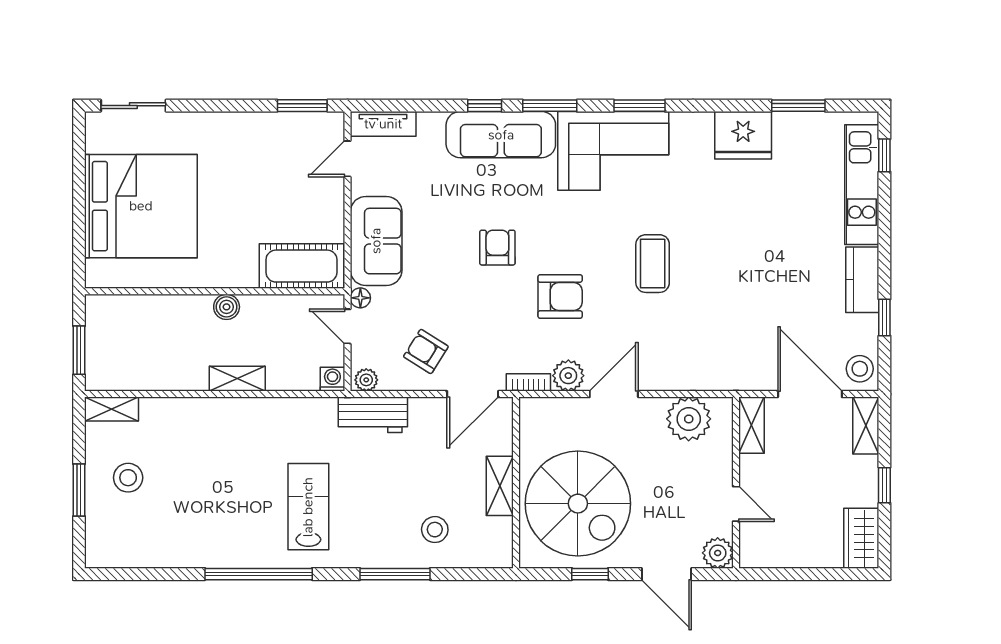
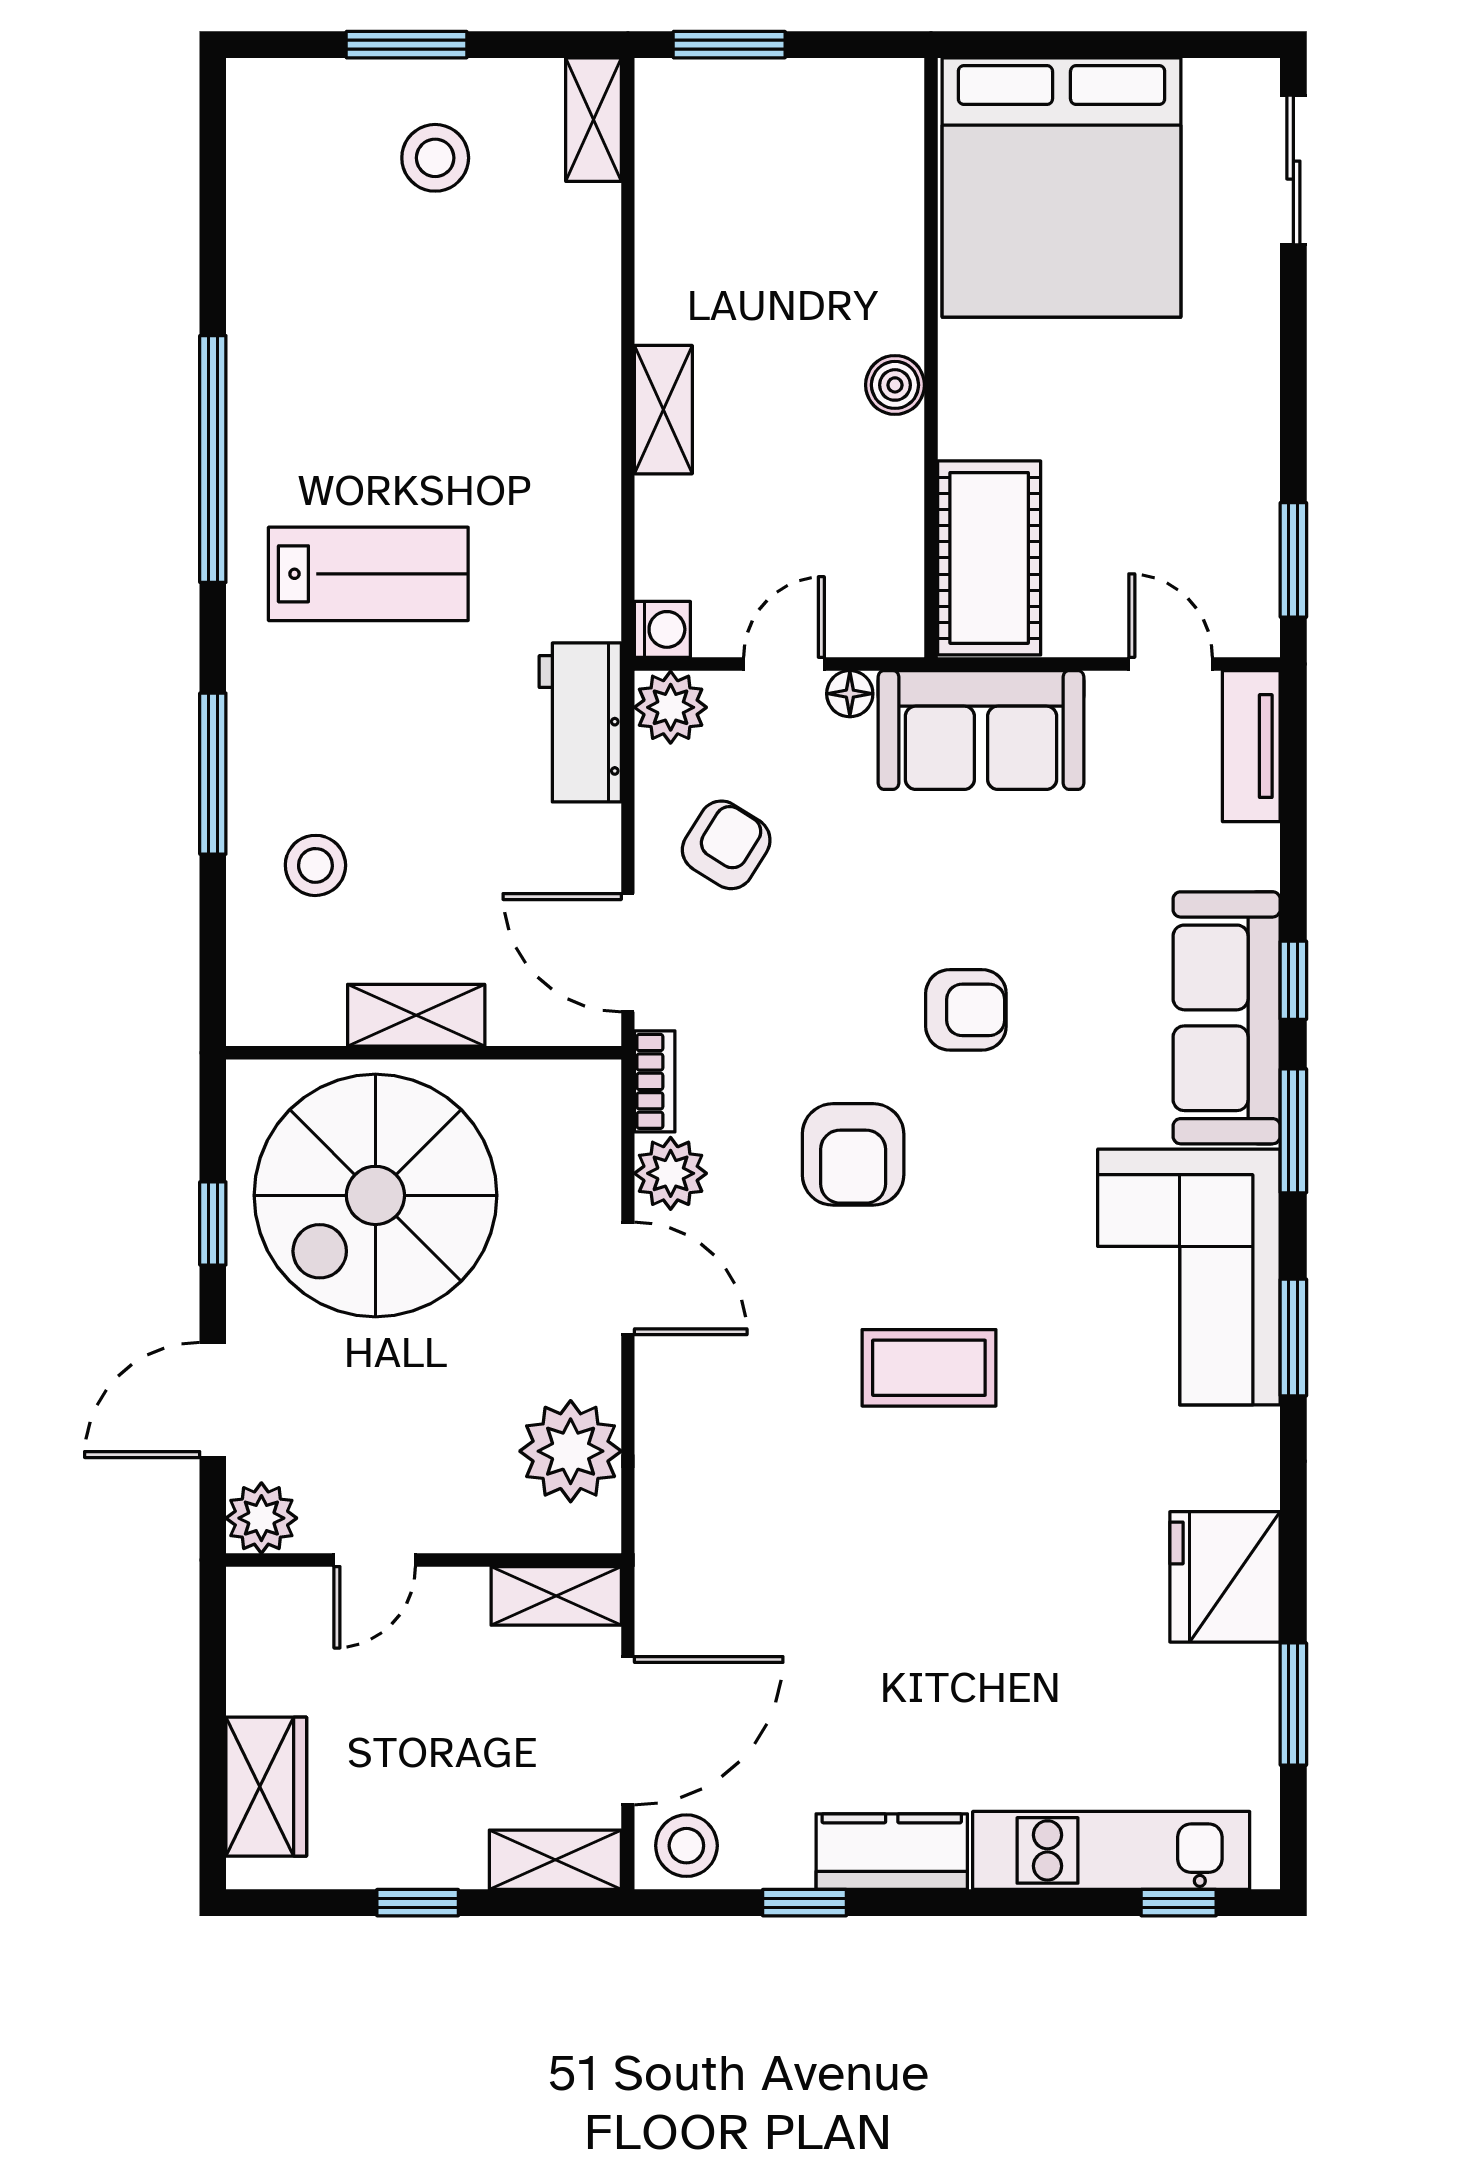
cot: (301, 266) -> (989, 558), moved
wall: (215, 291) -> (931, 358), moved
boiler: (227, 307) -> (895, 385), moved
plant: (366, 380) -> (671, 707), width x1.38, depth x1.38
wardrobe: (861, 538) -> (266, 1787), moved, turned 90

